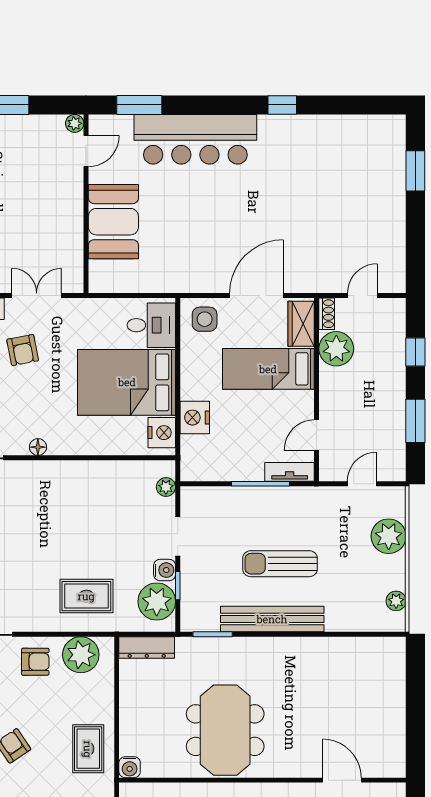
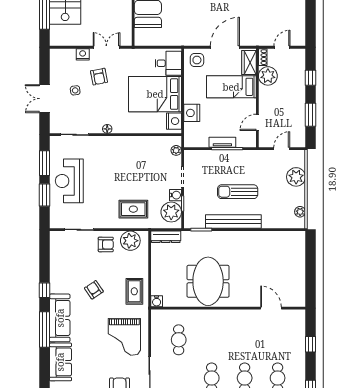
tv unit: (290, 472) -> (222, 142), moved

